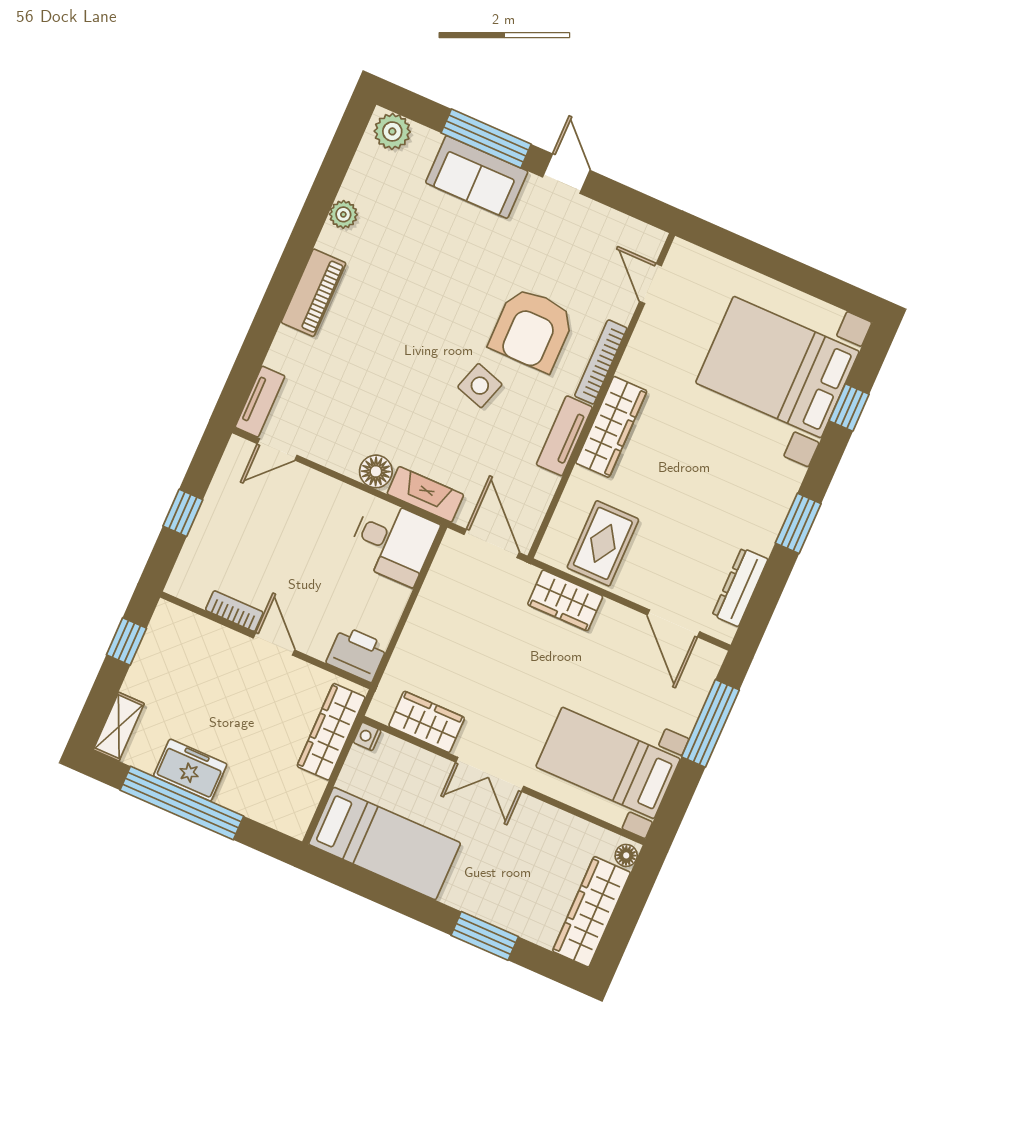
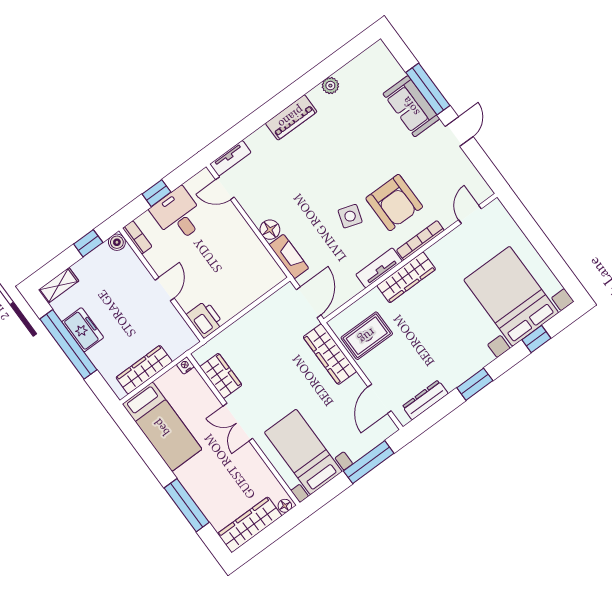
plant: (392, 131) -> (381, 57), removed
armchair: (532, 329) -> (394, 203), turned -90
desk: (393, 542) -> (178, 215), moved, turned 180
wardrobe: (565, 600) -> (330, 354), width x1.50
bookcase: (234, 611) -> (137, 237), moved
boiler: (167, 616) -> (117, 242), added
wardrobe: (331, 732) -> (144, 370), moved
window: (485, 936) -> (187, 505), width x1.44

